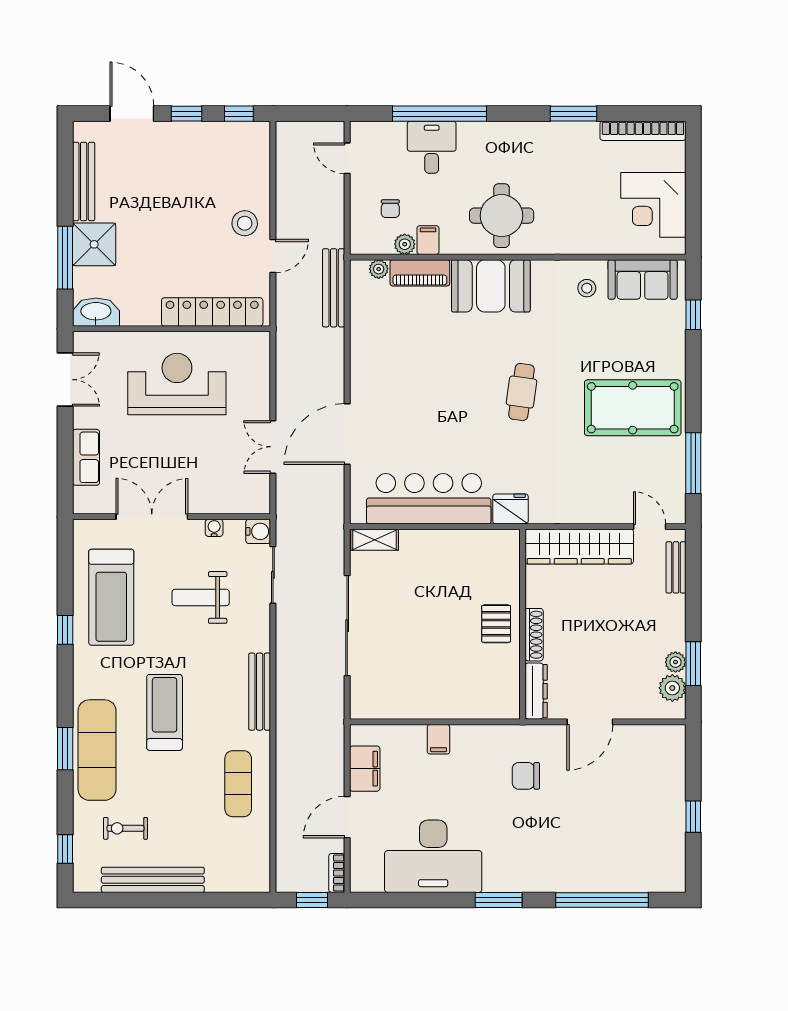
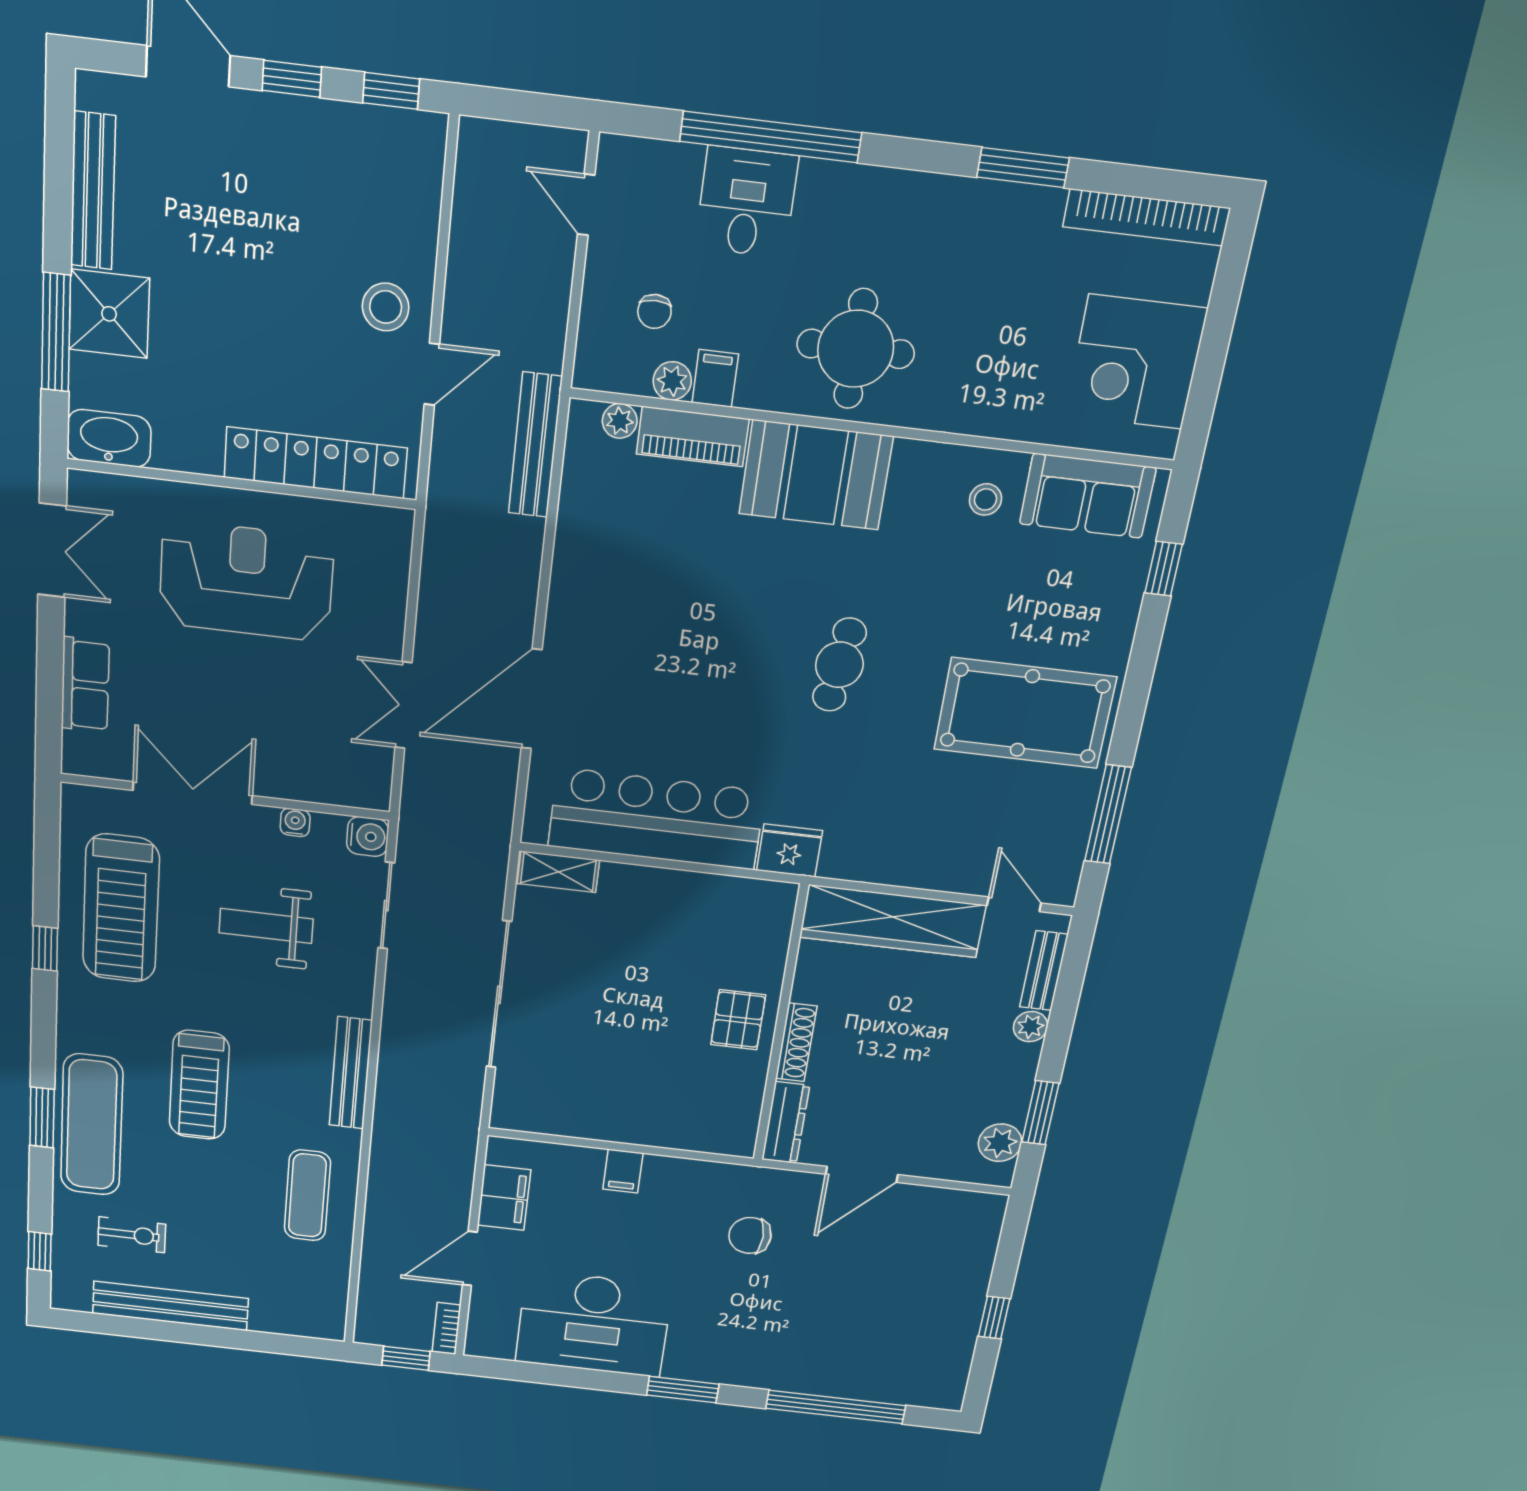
plant: (675, 662) -> (1031, 1027), moved
treadmill: (165, 712) -> (199, 1085), turned 180
exercise bike: (125, 828) -> (132, 1235), turned 180

